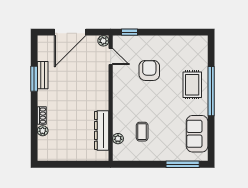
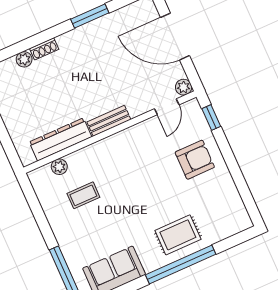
armchair: (149, 70) -> (195, 160), moved
bench: (43, 75) -> (109, 121), moved

